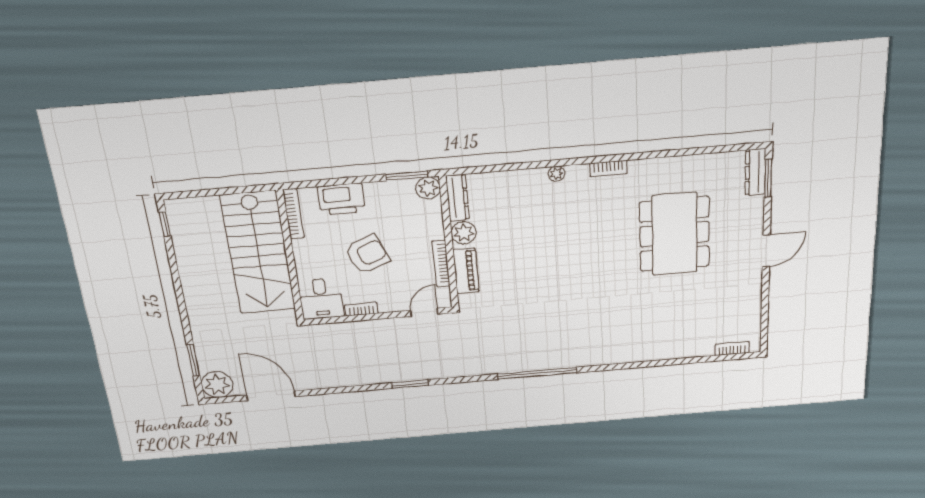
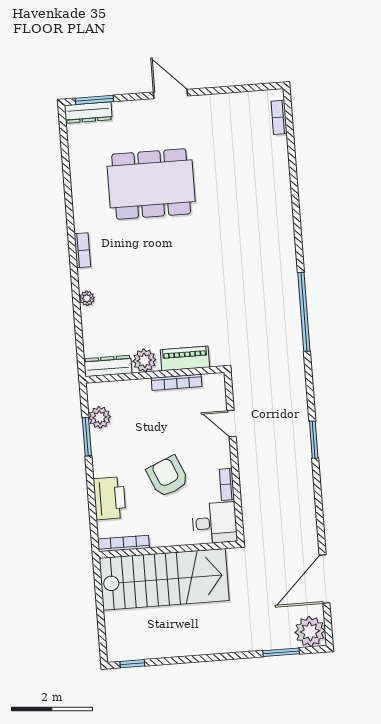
dresser: (458, 198) -> (108, 366), moved
plant: (464, 233) -> (144, 360), moved
wall: (449, 243) -> (155, 375), moved
bookcase: (441, 263) -> (177, 382), moved
piano: (466, 271) -> (185, 358), moved

